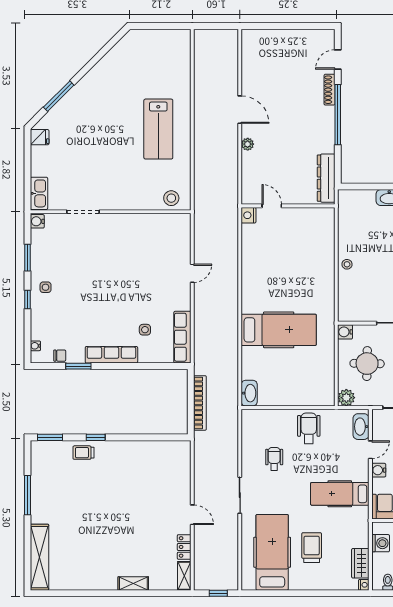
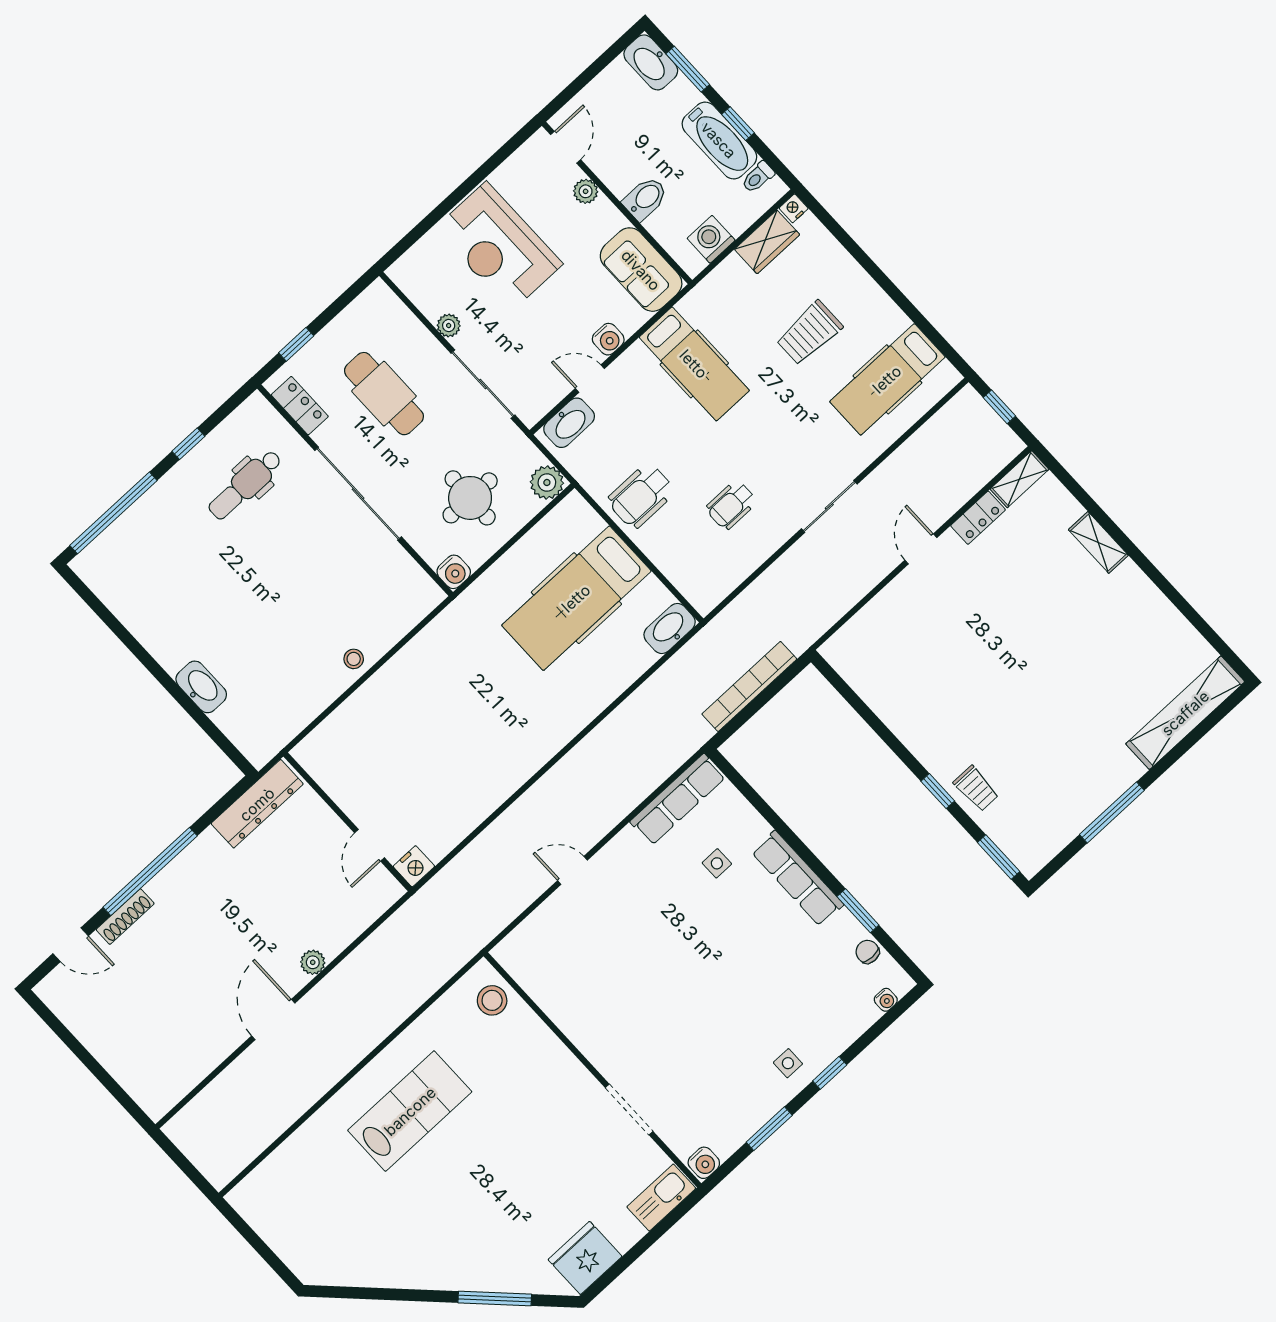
fridge: (40, 137) -> (585, 1258), width x1.88, depth x1.34
hospital bed: (279, 330) -> (576, 598), moved, turned -90
hospital bed: (272, 552) -> (887, 379), width x0.73, depth x0.78

